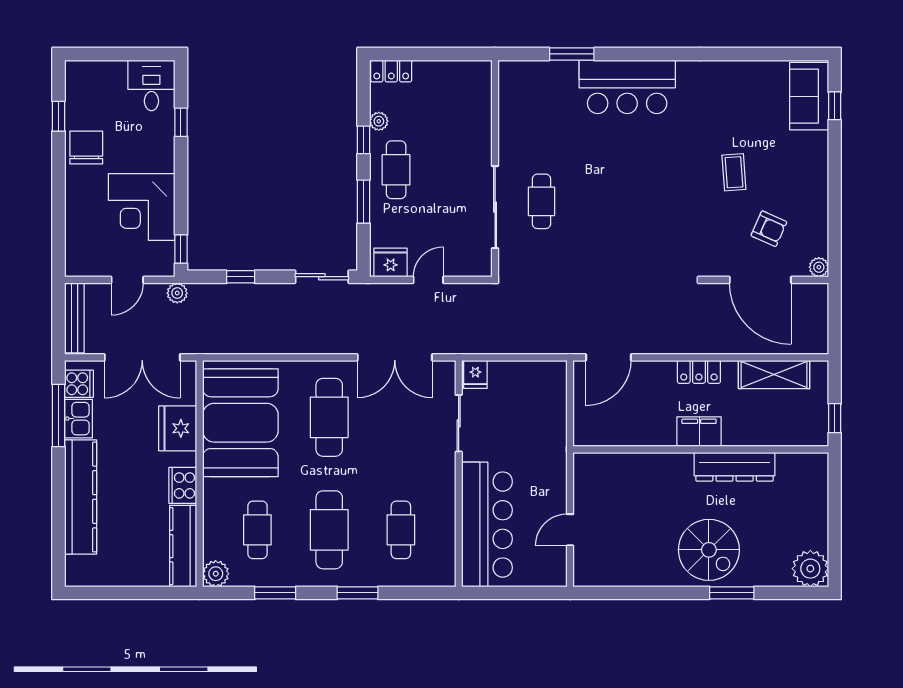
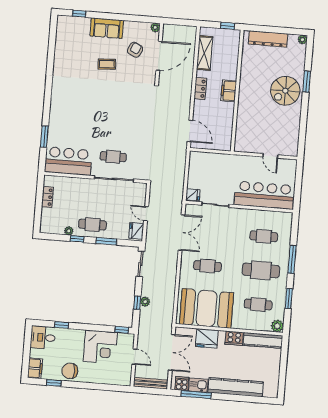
locker: (391, 71) -> (47, 197), moved
filing cabinet: (86, 74) -> (35, 368), added
bar counter: (627, 87) -> (68, 161), moved, turned -90
sofa: (809, 96) -> (107, 28), moved
plant: (177, 293) -> (145, 302), moved
cafe table: (329, 417) -> (207, 266), width x0.73, depth x0.74
dresser: (735, 467) -> (268, 39), moved, turned 90
spiral stairs: (709, 550) -> (285, 91), turned 180
plant: (810, 569) -> (303, 40), width x0.53, depth x0.53
window: (358, 593) -> (292, 259), width x1.44

